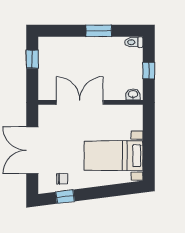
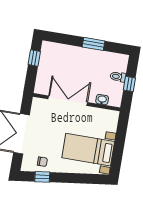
toilet: (134, 42) -> (118, 77), moved
washbasin: (133, 94) -> (102, 100), moved

